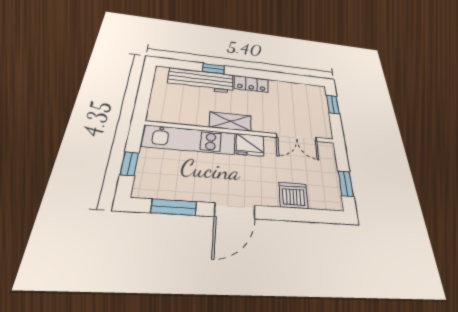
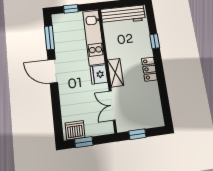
workbench: (201, 80) -> (123, 15), moved, turned -90
window: (333, 104) -> (137, 134), moved
shelving: (231, 121) -> (115, 73), moved
dishwasher: (293, 195) -> (75, 130), moved, turned -90

